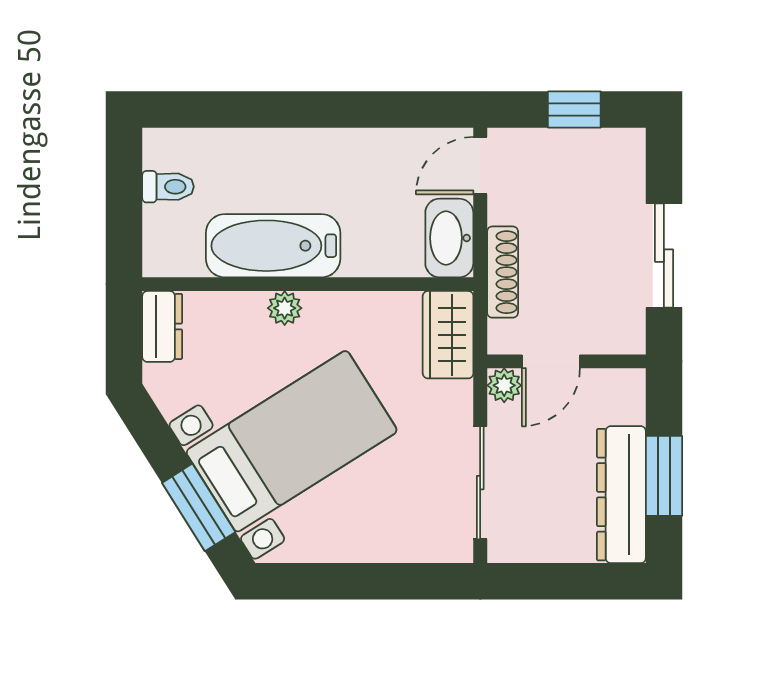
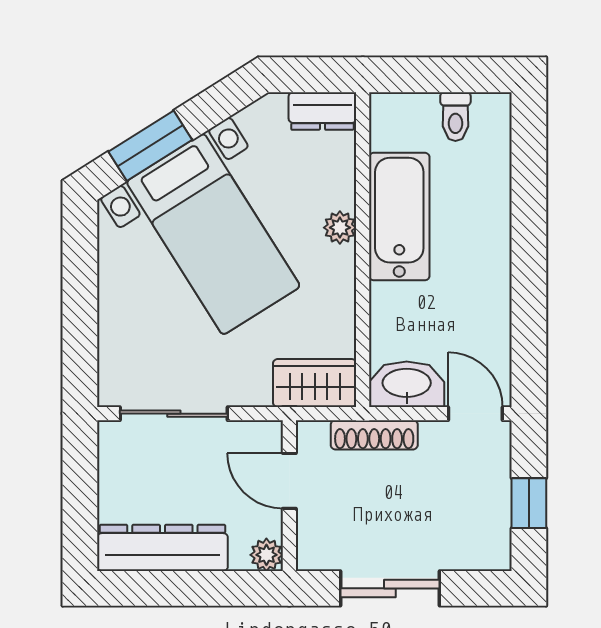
plant: (504, 385) -> (266, 555), moved
window: (664, 476) -> (180, 588), removed

